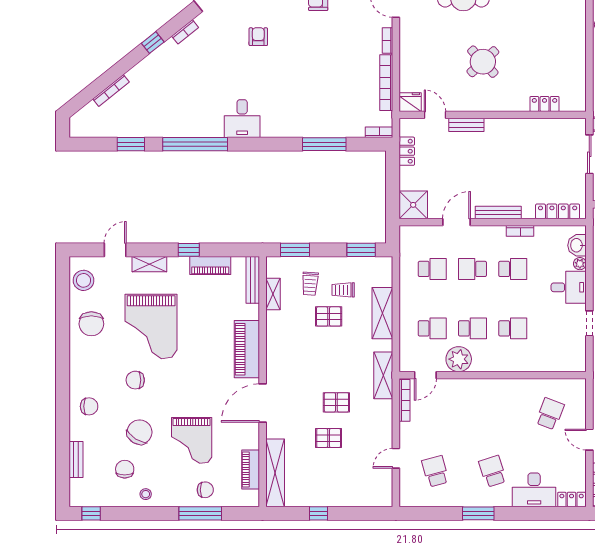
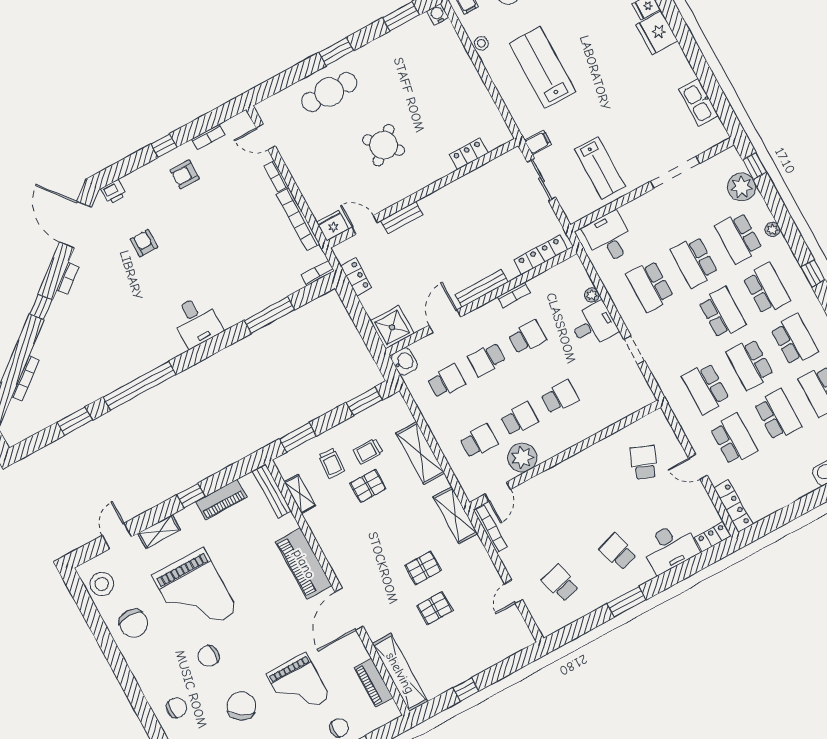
desk: (242, 119) -> (196, 322), moved
washbasin: (577, 245) -> (404, 362), moved, turned 180

